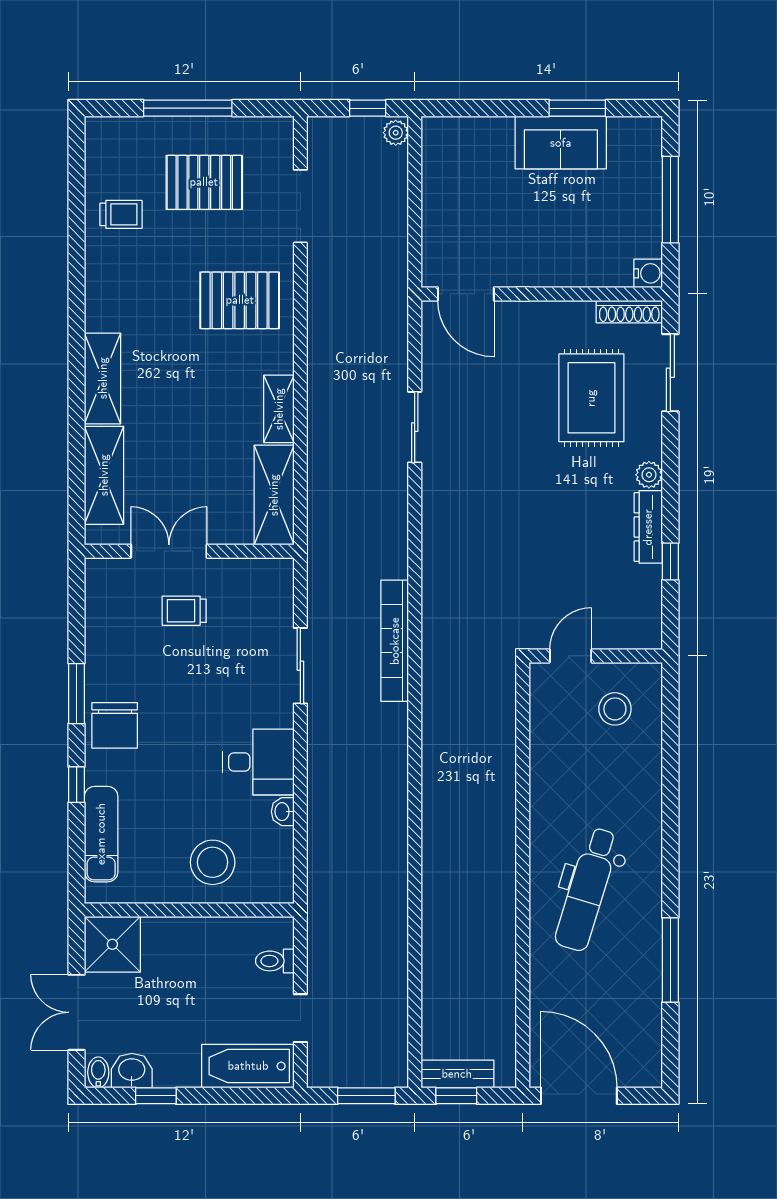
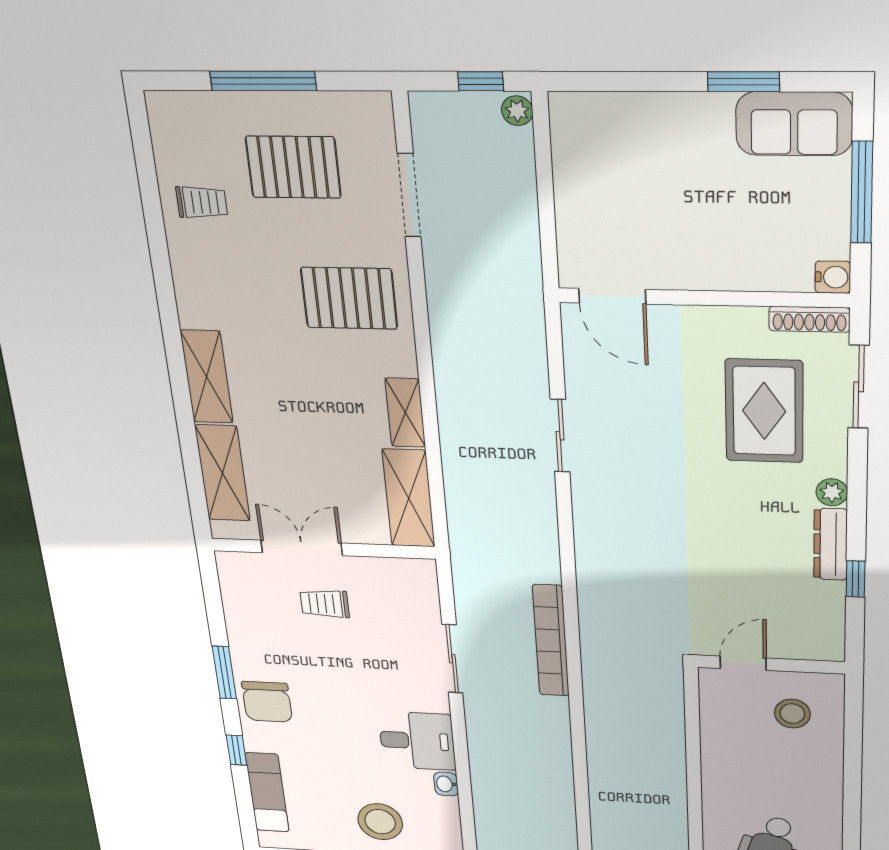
sofa: (561, 143) -> (794, 124), moved

